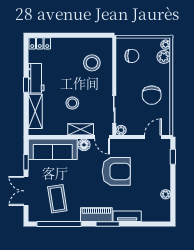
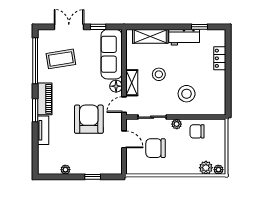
locker: (40, 43) -> (220, 58), moved
chair: (132, 56) -> (197, 131), moved, turned 90
stool: (92, 63) -> (187, 94), moved
window: (26, 85) -> (200, 27), moved
chair: (152, 95) -> (156, 148), moved
plant: (121, 130) -> (177, 124), moved
door: (153, 137) -> (124, 139), moved
window: (173, 157) -> (93, 177), moved
armchair: (116, 171) -> (89, 119), turned 180

